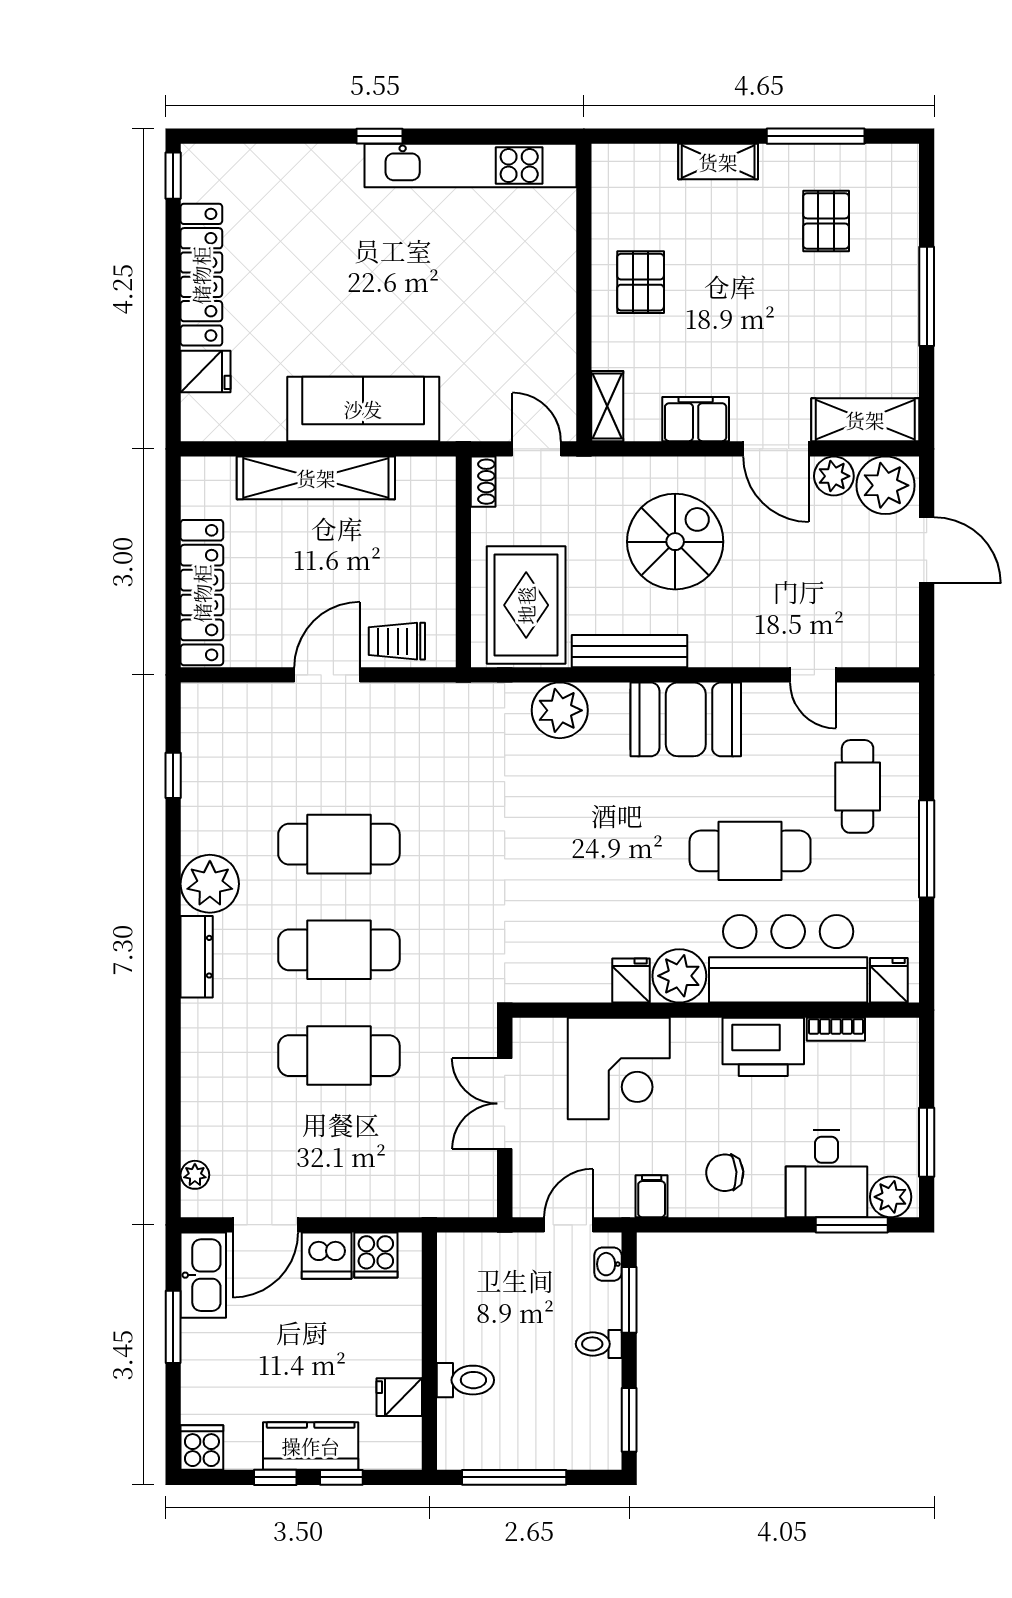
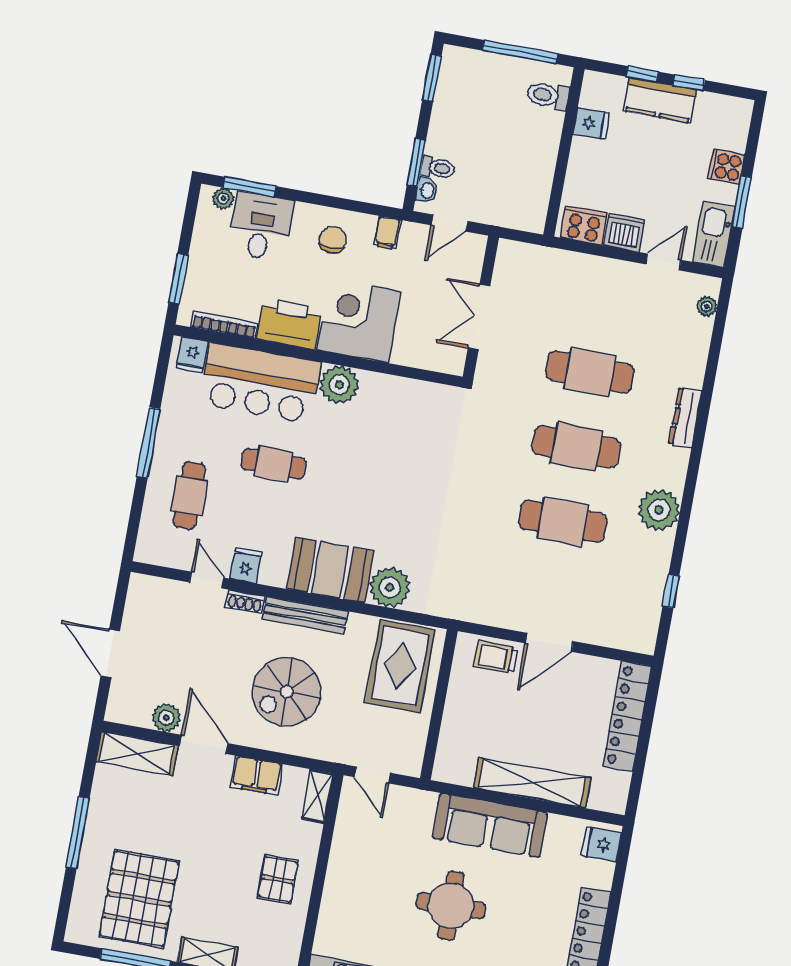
pallet: (826, 221) -> (139, 899), width x2.05, depth x2.00
round table: (397, 289) -> (451, 906), added
fridge: (206, 372) -> (601, 844), moved
shoe rack: (483, 482) -> (245, 601), moved, turned -90
plant: (886, 485) -> (131, 704), removed
trolley: (397, 641) -> (496, 657), turned 180
bench: (629, 651) -> (305, 615), moved
booth: (686, 719) -> (330, 570), moved
cafe table: (750, 851) -> (273, 464), width x0.73, depth x0.74
dresser: (197, 957) -> (685, 418), moved
fridge: (631, 980) -> (246, 566), moved, turned 180
bookcase: (836, 1029) -> (224, 325), width x1.56
corner desk: (619, 1069) -> (359, 321), moved
double door: (505, 1104) -> (479, 317), swing flipped
window: (927, 1142) -> (178, 279), moved
chair: (725, 1173) -> (333, 240), turned -86
plant: (891, 1197) -> (223, 198), width x0.73, depth x0.73
door: (265, 1225) -> (664, 262), width x0.73
cooker: (376, 1255) -> (584, 226), width x1.36
toilet: (599, 1344) -> (438, 168), moved
toilet: (465, 1380) -> (548, 95), moved
cooker: (202, 1447) -> (726, 167), moved, turned 90

